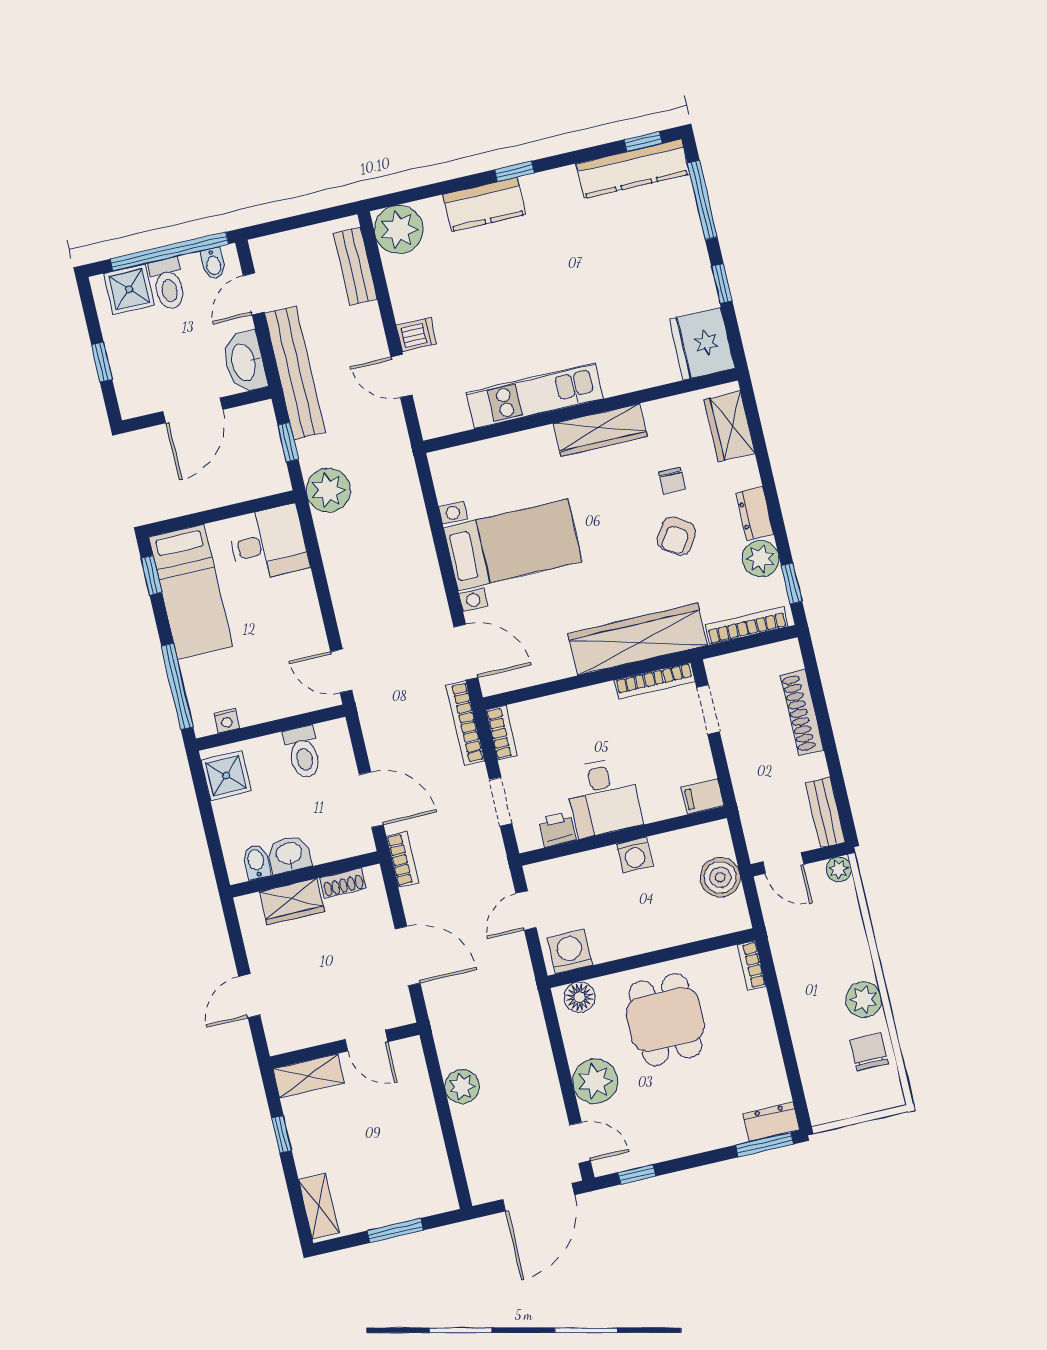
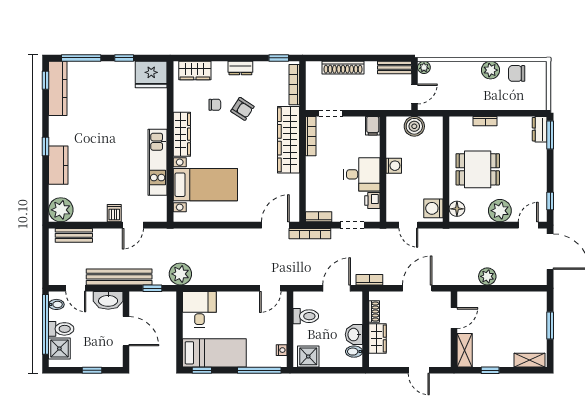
bed with nightstands: (513, 545) -> (205, 185), moved, turned 90
plant: (761, 559) -> (263, 70), removed
bookcase: (752, 965) -> (485, 121), moved

